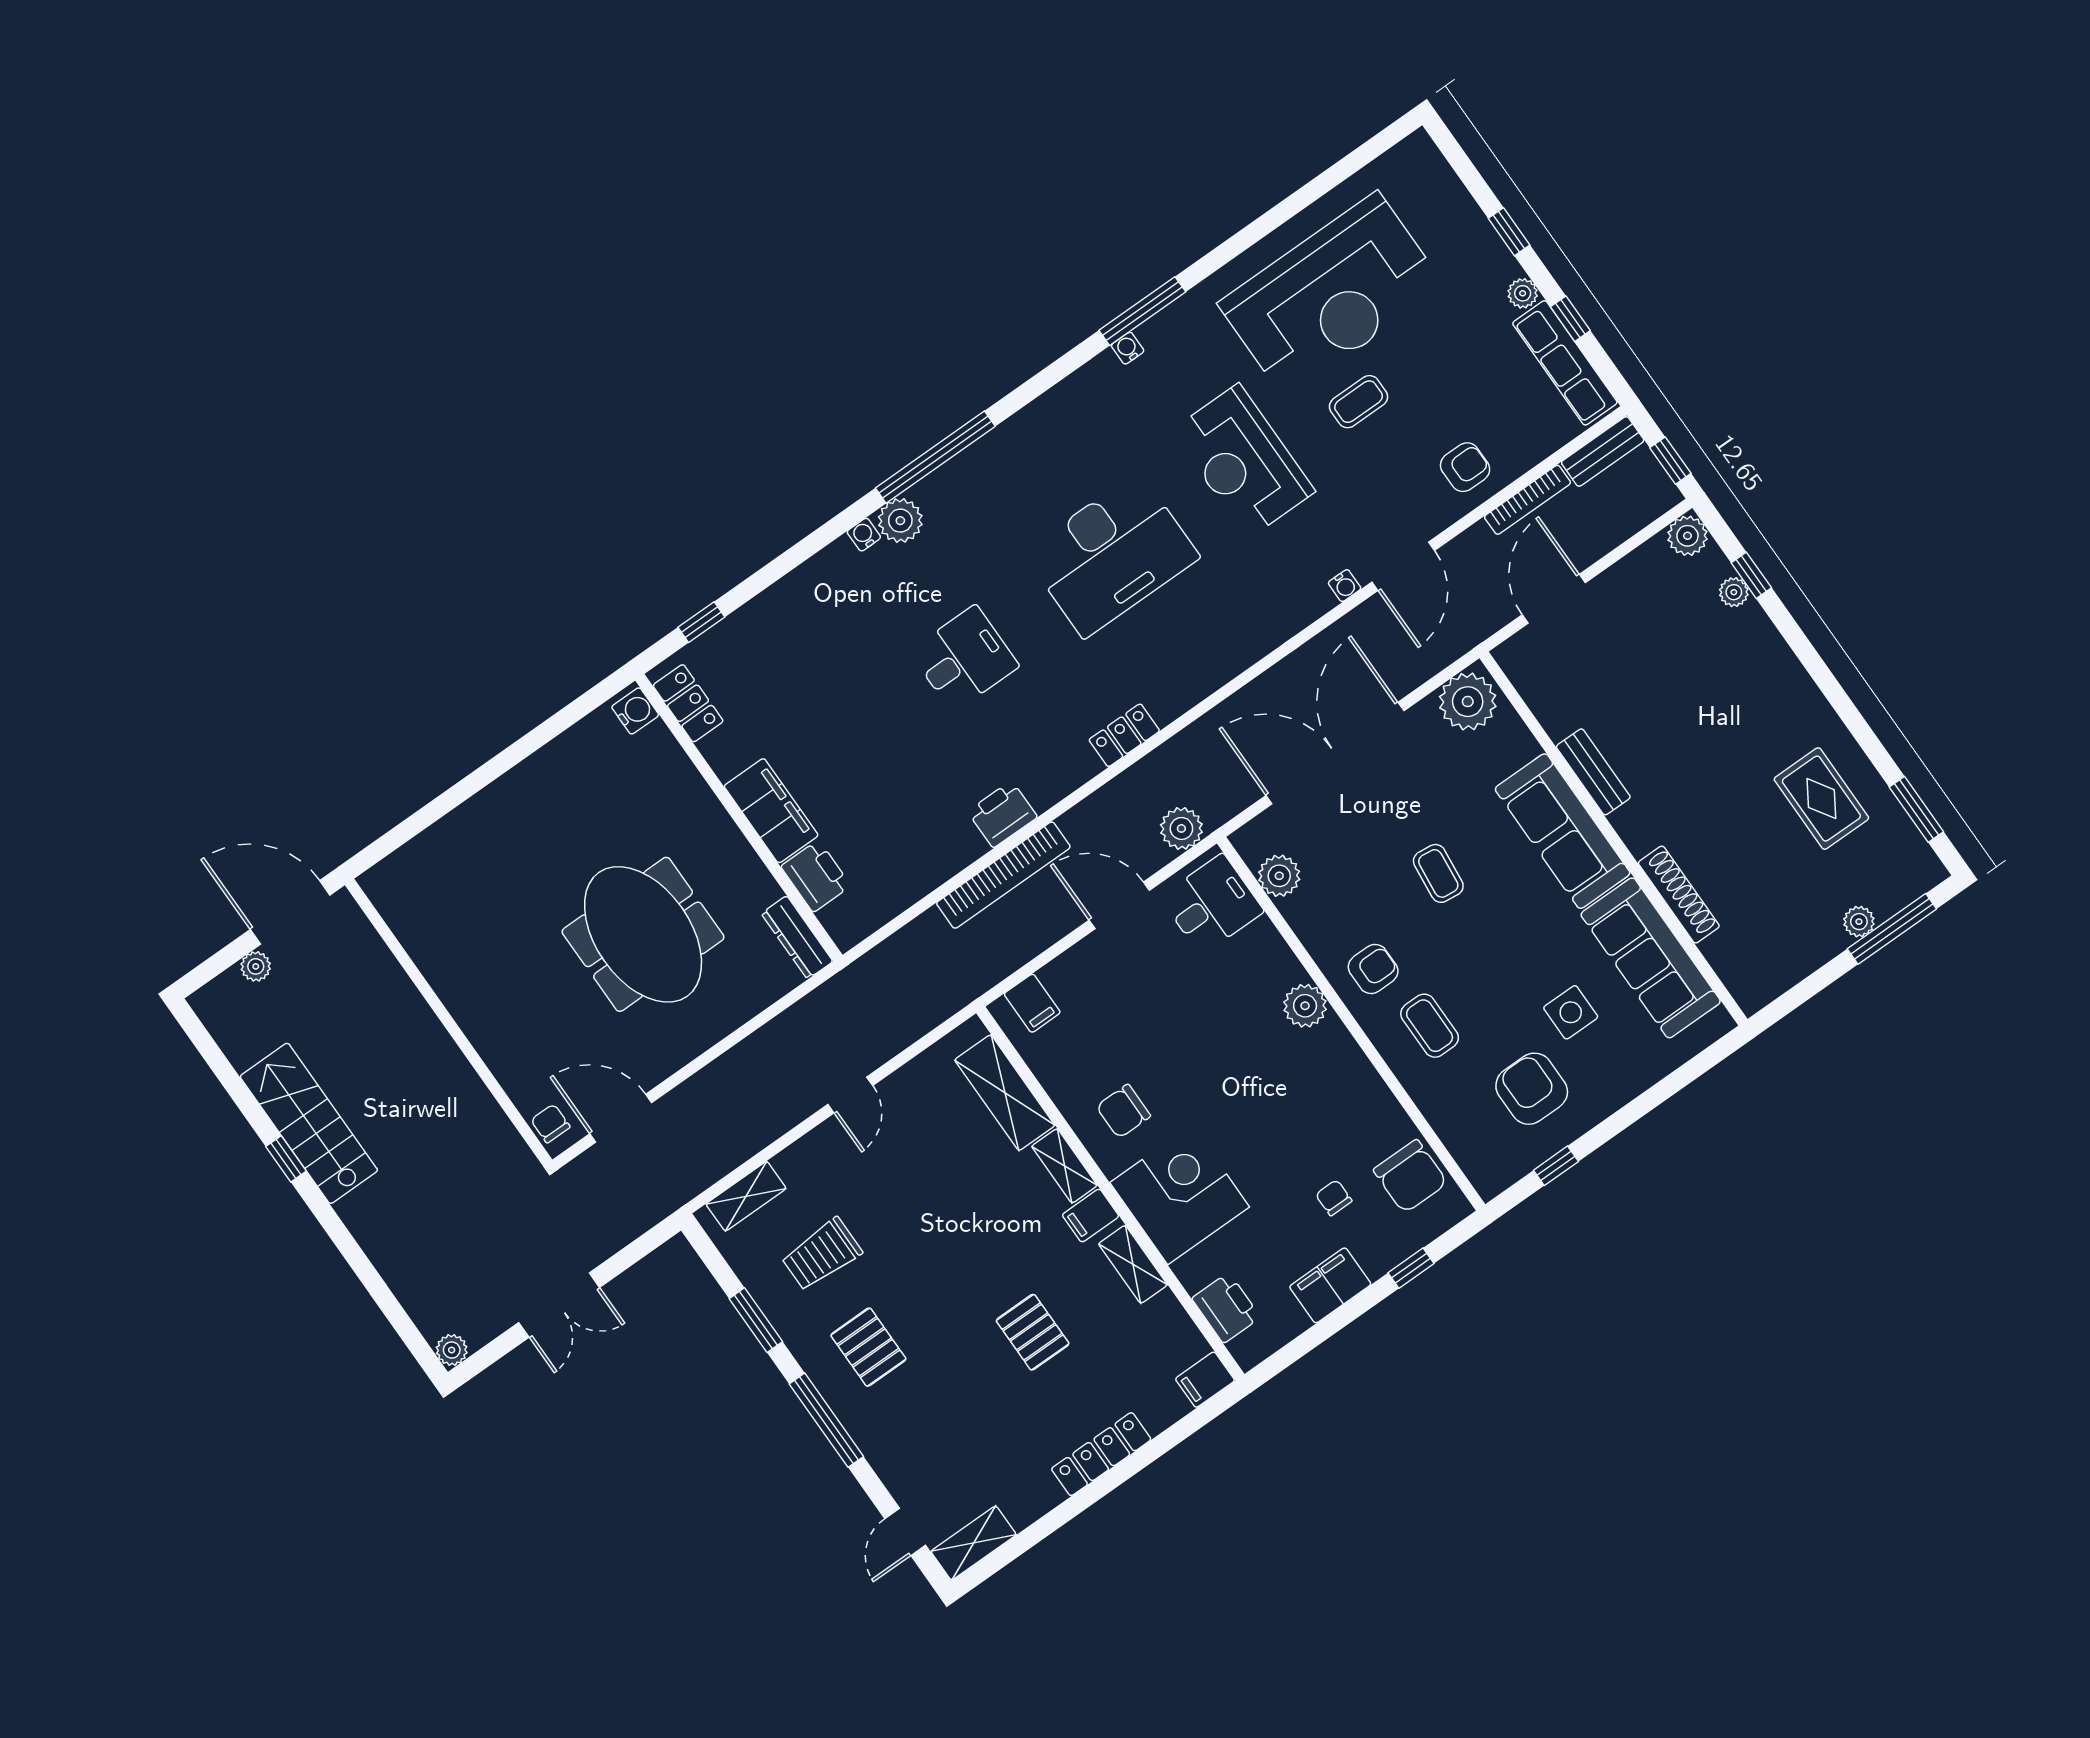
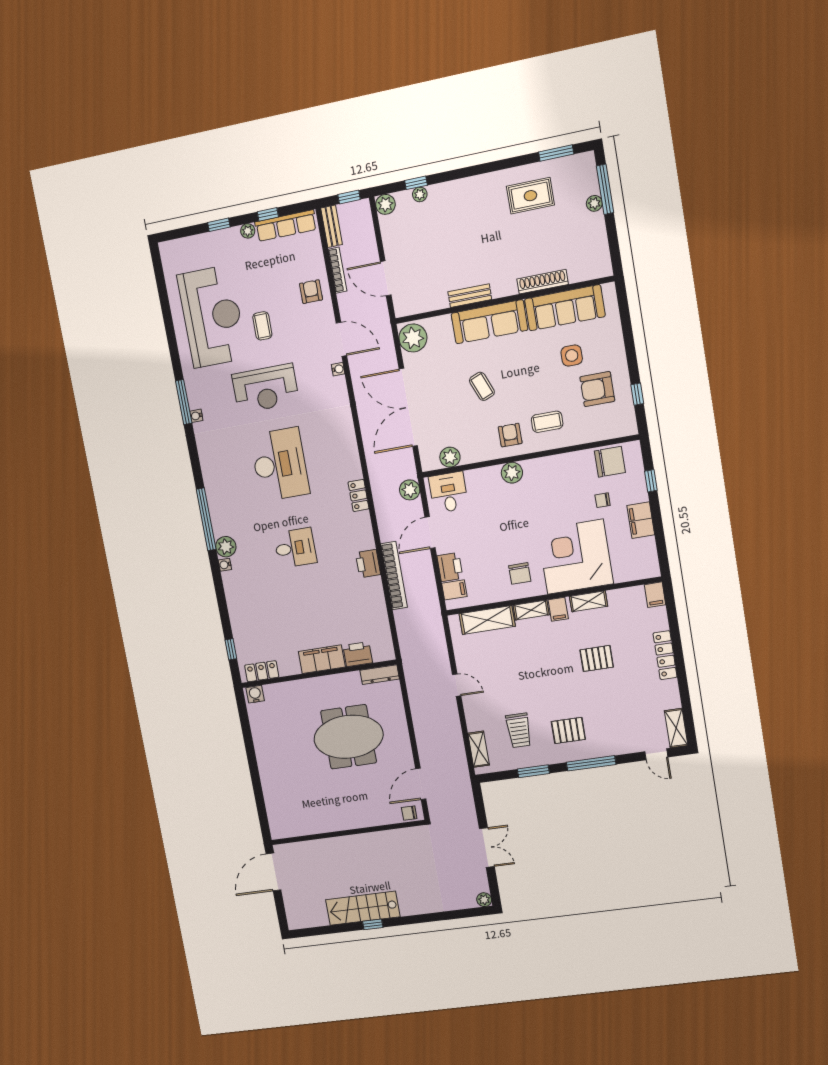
desk: (964, 659) -> (295, 548), turned 90
coffee table: (1438, 873) -> (482, 386), turned 62
plant: (256, 966) -> (289, 896), removed
corner desk: (1180, 1195) -> (575, 557), width x1.36, depth x1.36
printer: (1226, 1308) -> (450, 567), moved, turned 90

